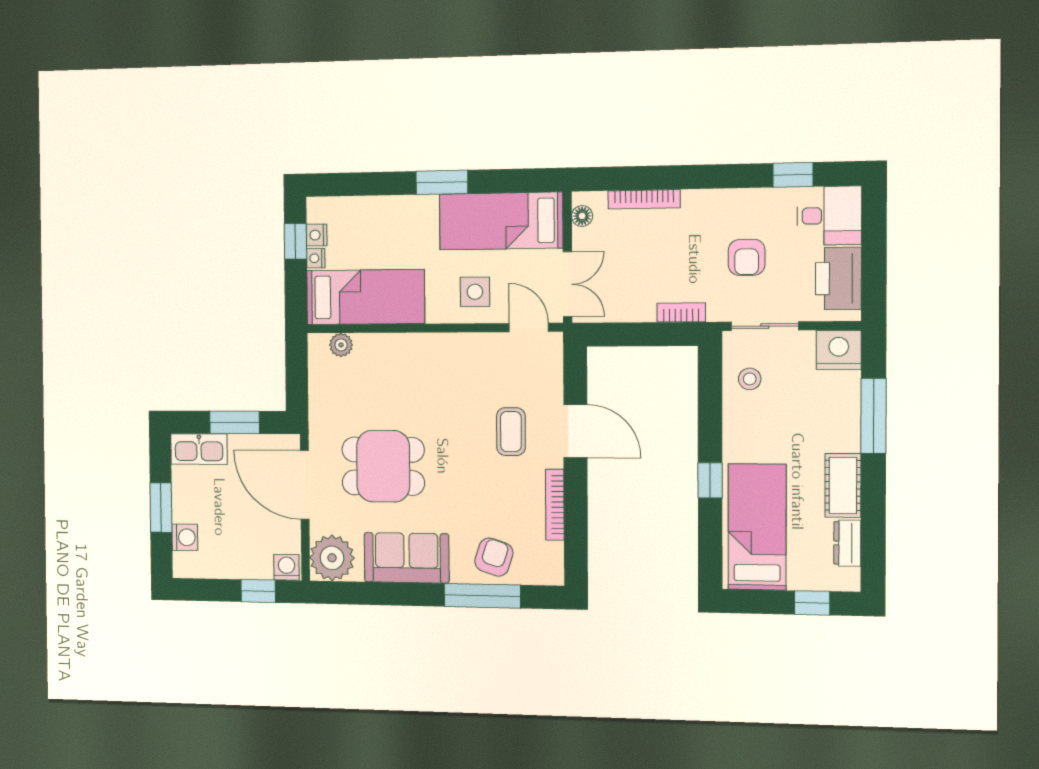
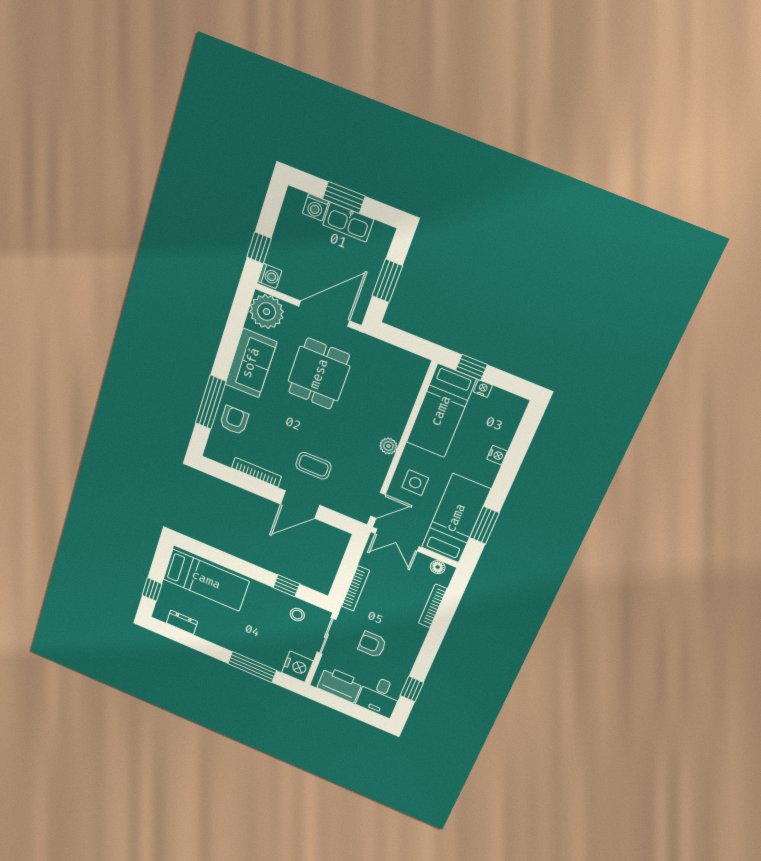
window: (442, 182) -> (484, 525), moved
nightstand: (317, 235) -> (497, 455), moved, turned 90
window: (295, 241) -> (471, 367), moved
bookcase: (681, 312) -> (355, 588), width x1.56
plant: (341, 345) -> (388, 446), moved
kitchen sink: (199, 449) -> (348, 222), moved, turned -90
window: (710, 480) -> (286, 586), moved
cot: (843, 485) -> (217, 635), removed
armchair: (494, 557) -> (234, 420), turned -108

